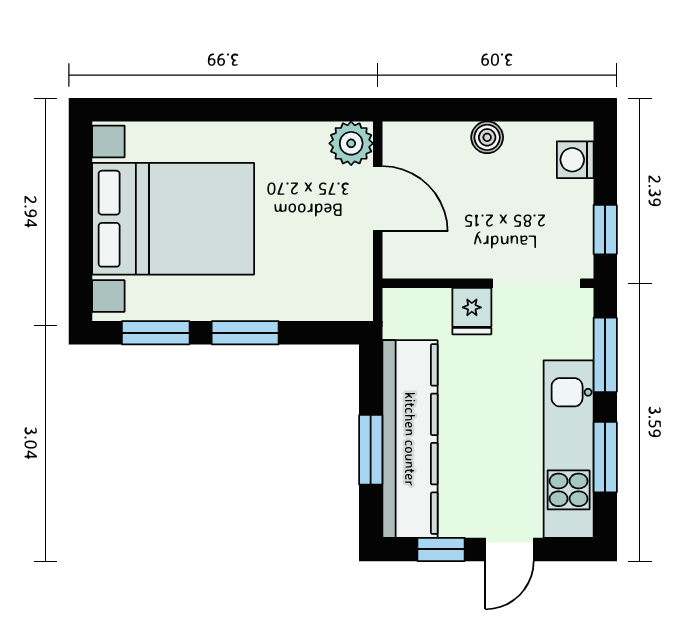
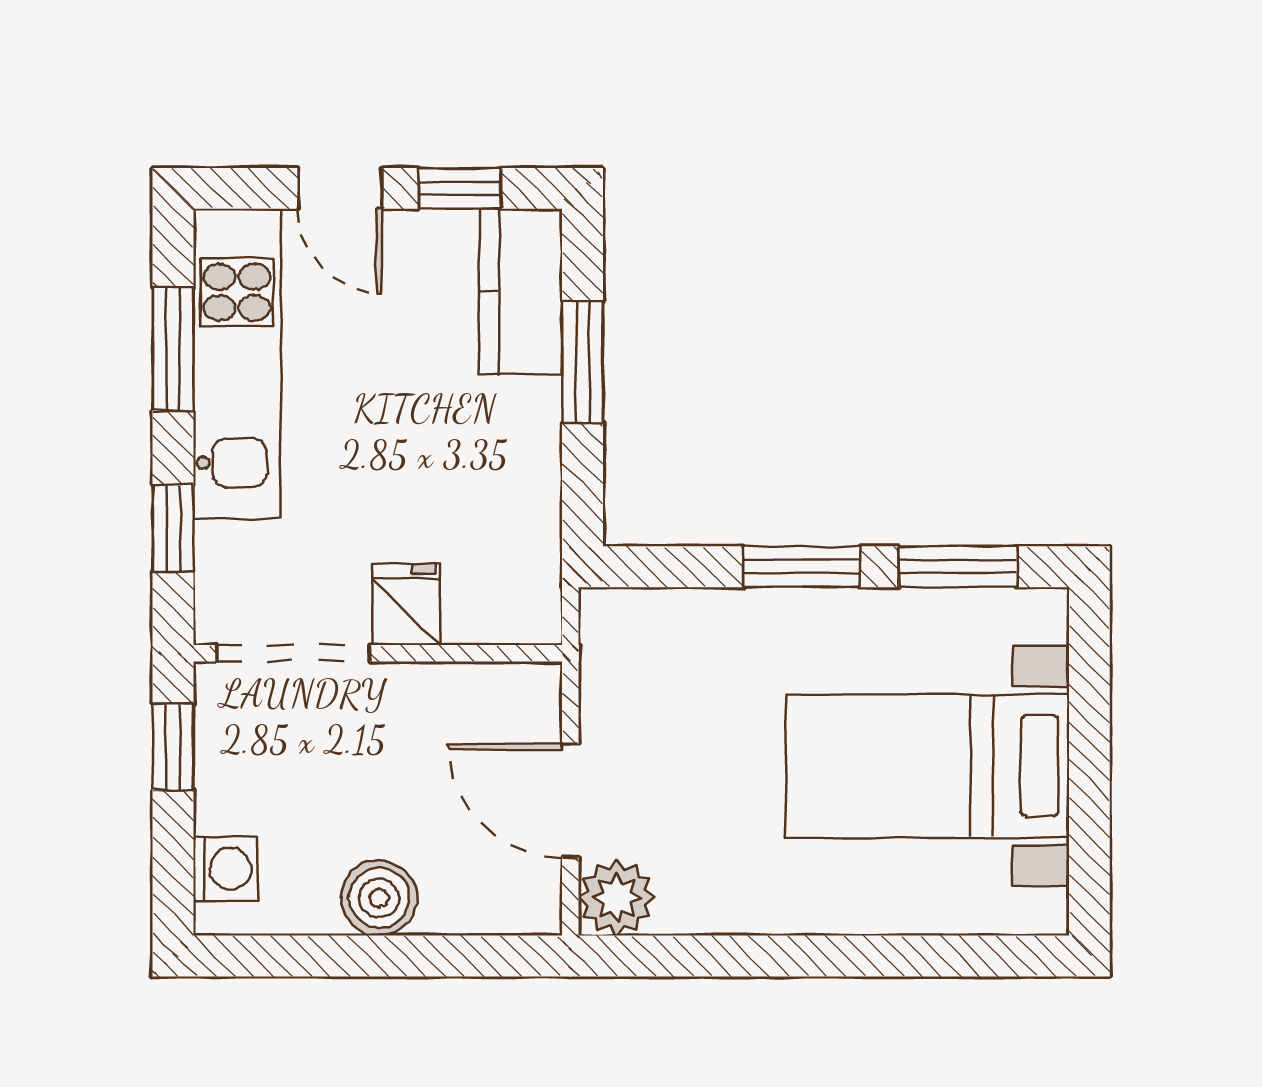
boiler: (487, 137) -> (379, 898), width x1.36, depth x1.36
bed with nightstands: (173, 219) -> (928, 766), width x0.73
window: (605, 355) -> (173, 528), width x0.67
kitchen counter: (410, 439) -> (521, 291), width x0.48, depth x0.86
door: (509, 549) -> (340, 188), swing flipped

